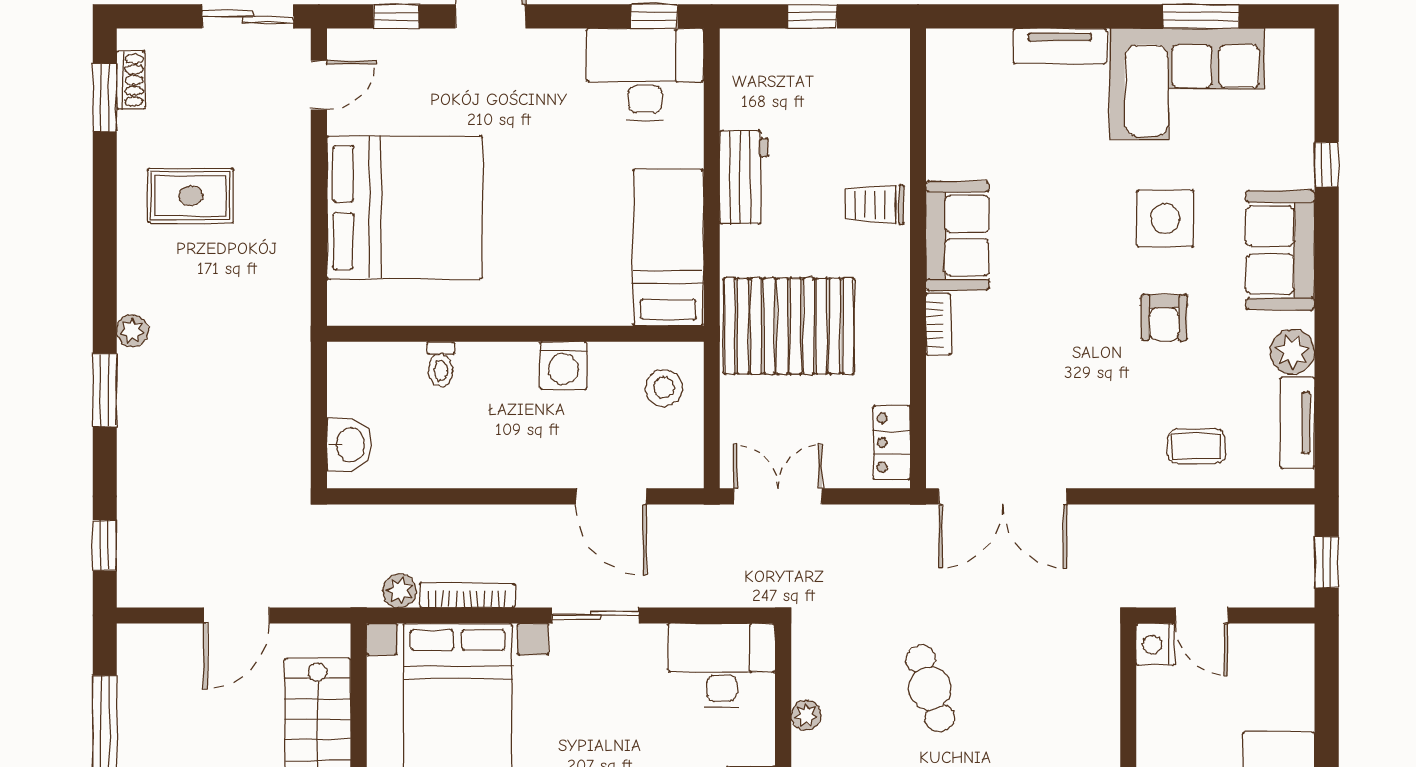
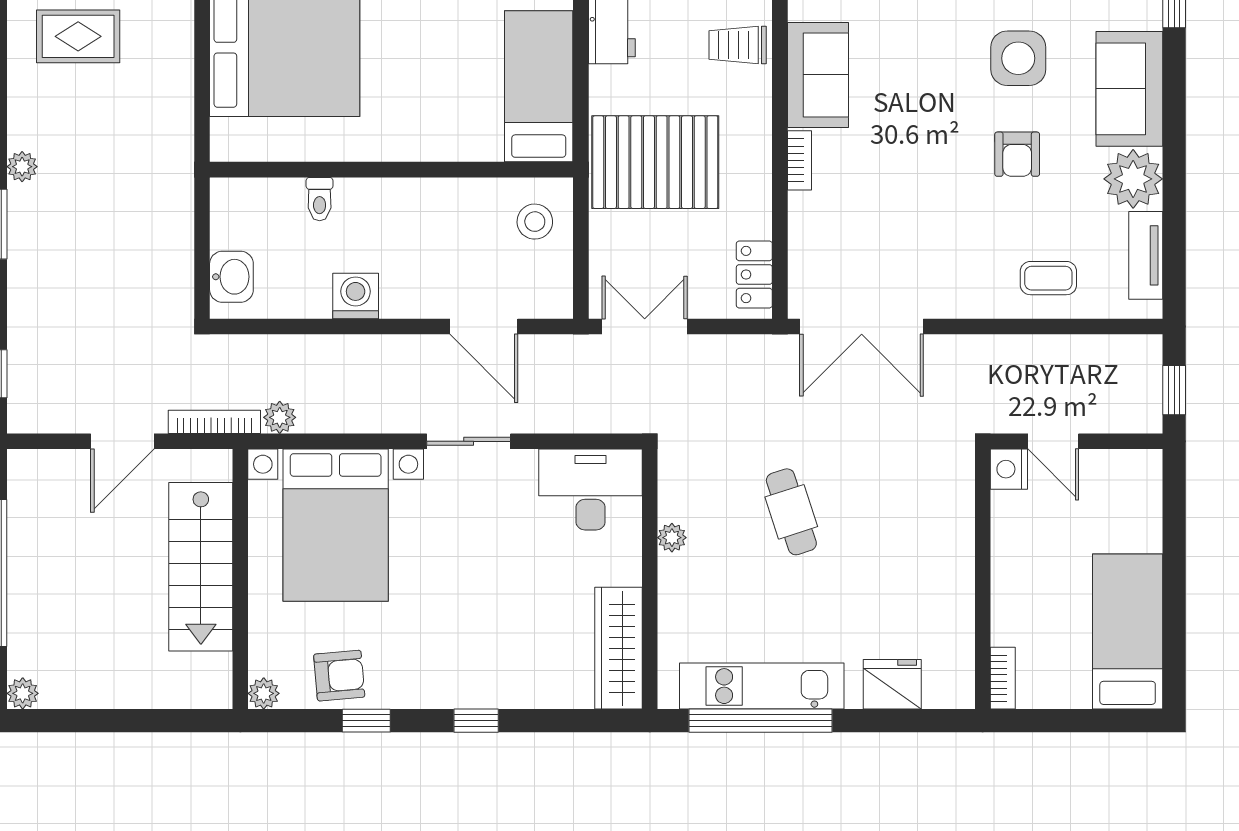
plant: (1292, 352) -> (1133, 179), width x1.36, depth x1.36
washing machine: (563, 365) -> (356, 296), moved, turned 180
bookcase: (467, 595) -> (214, 422), moved

